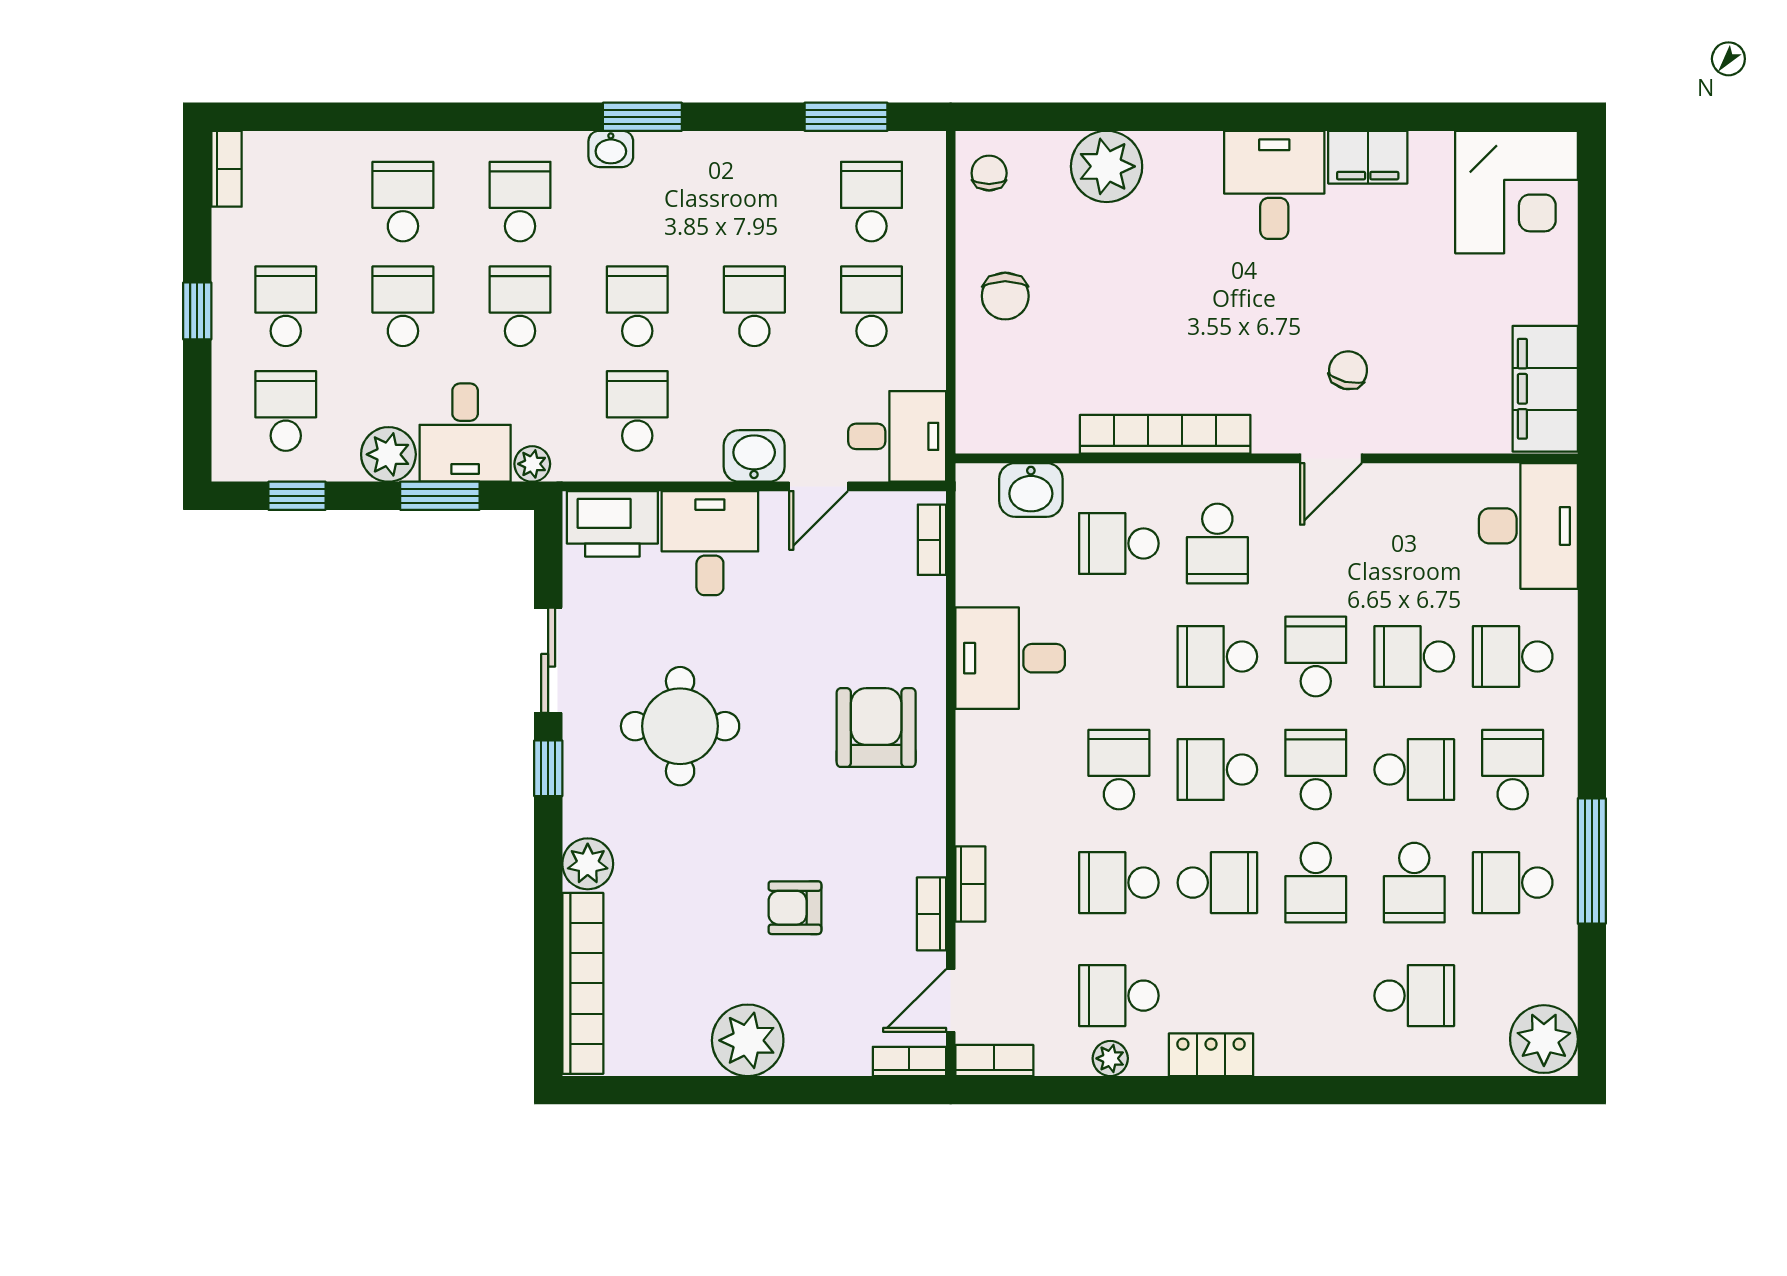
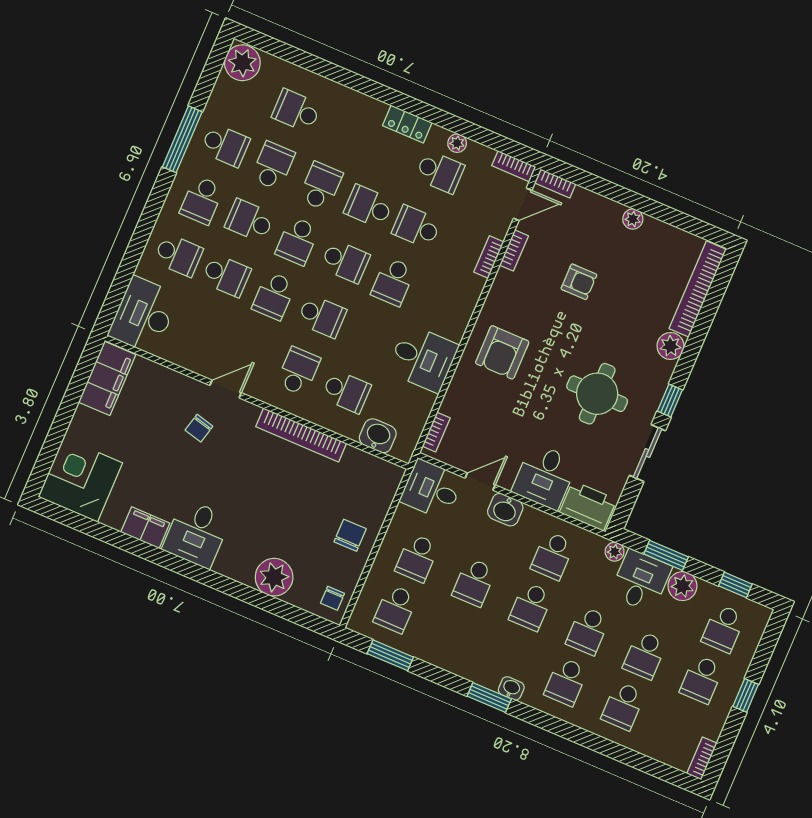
school desk: (1119, 883) -> (416, 227), turned 180
plant: (748, 1040) -> (633, 219), width x0.53, depth x0.53

